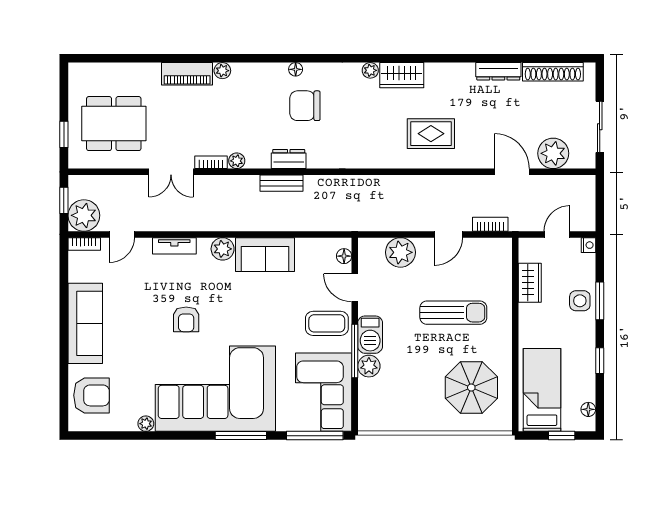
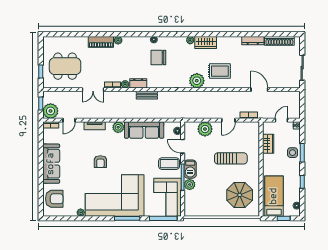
plant: (553, 153) -> (197, 81), moved
dresser: (289, 159) -> (138, 83), moved
sofa: (265, 255) -> (144, 130), width x1.36

